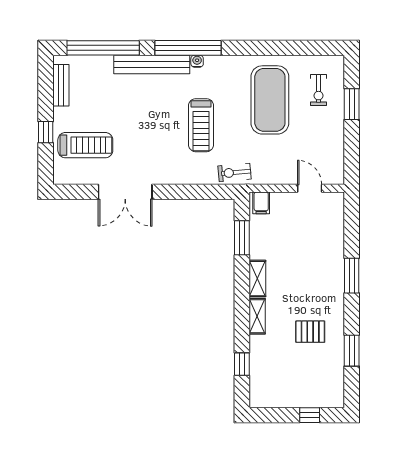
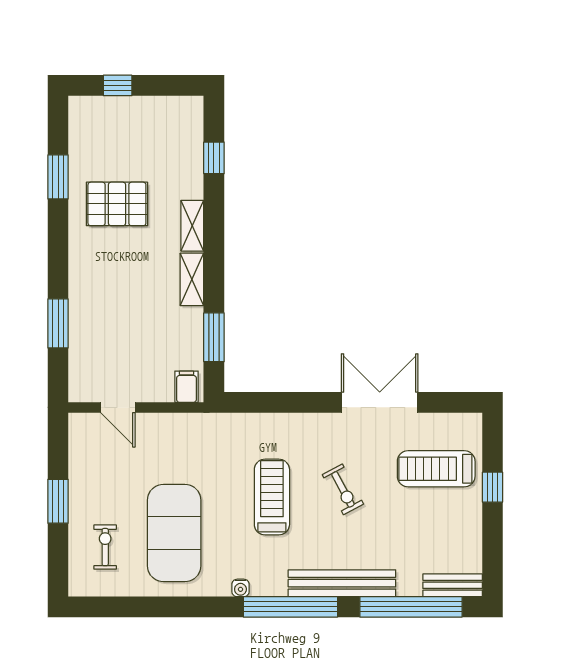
water cooler: (197, 61) -> (240, 588), moved
bench: (61, 85) -> (453, 585), moved, turned 90
window: (352, 104) -> (58, 501), moved
exercise bike: (235, 172) -> (343, 489), moved, turned 67
window: (352, 276) -> (58, 323), moved
pallet: (310, 332) -> (117, 204), width x1.50, depth x1.42

